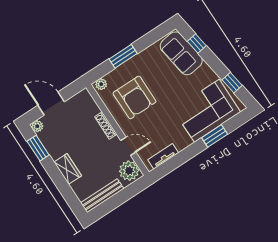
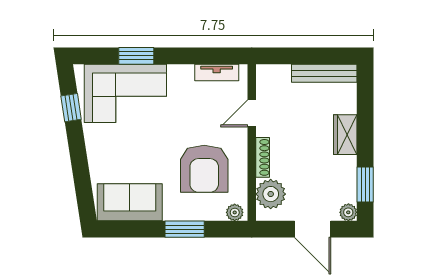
window: (197, 43) -> (83, 185), removed
sofa: (181, 53) -> (130, 202), moved, turned -81
armchair: (135, 97) -> (204, 169), turned 180
door: (128, 146) -> (252, 113), hinge flipped
plant: (129, 171) -> (271, 194), moved

